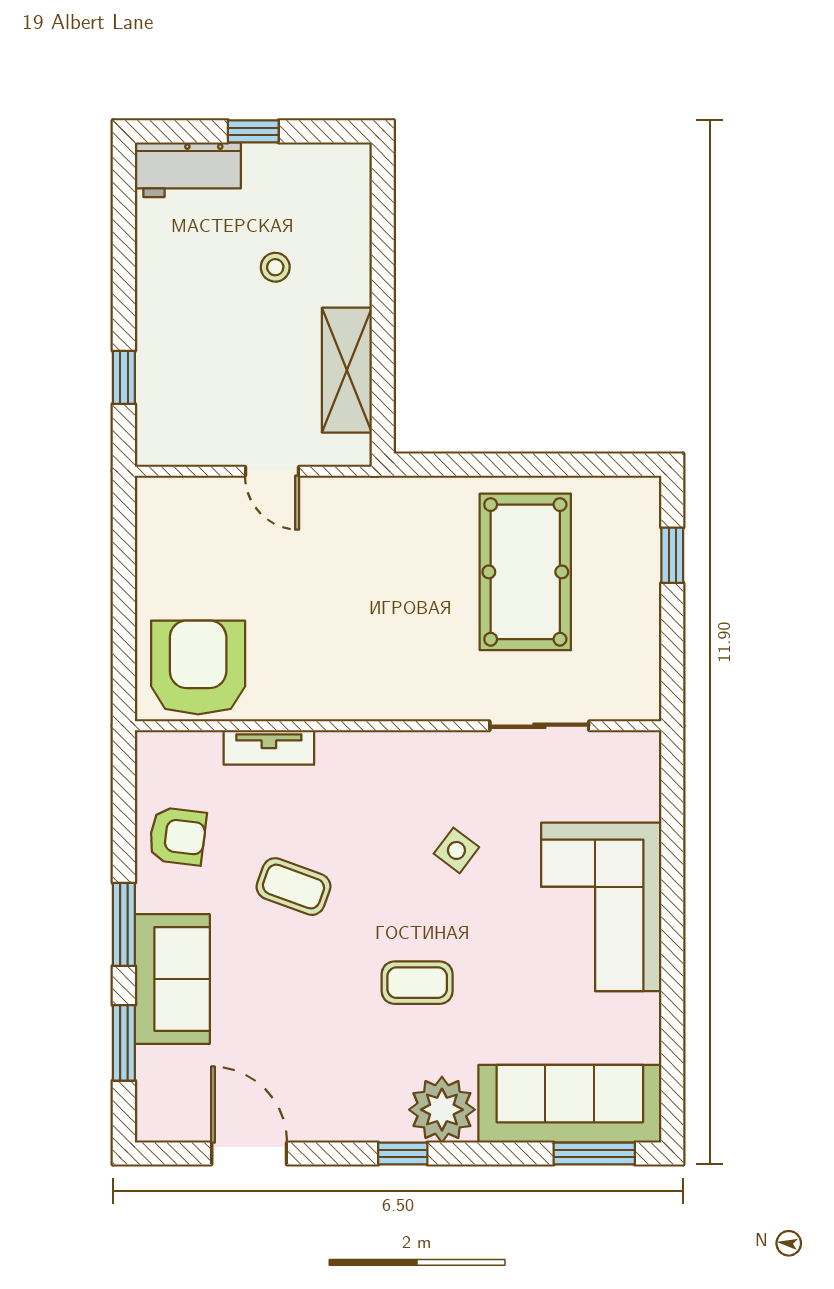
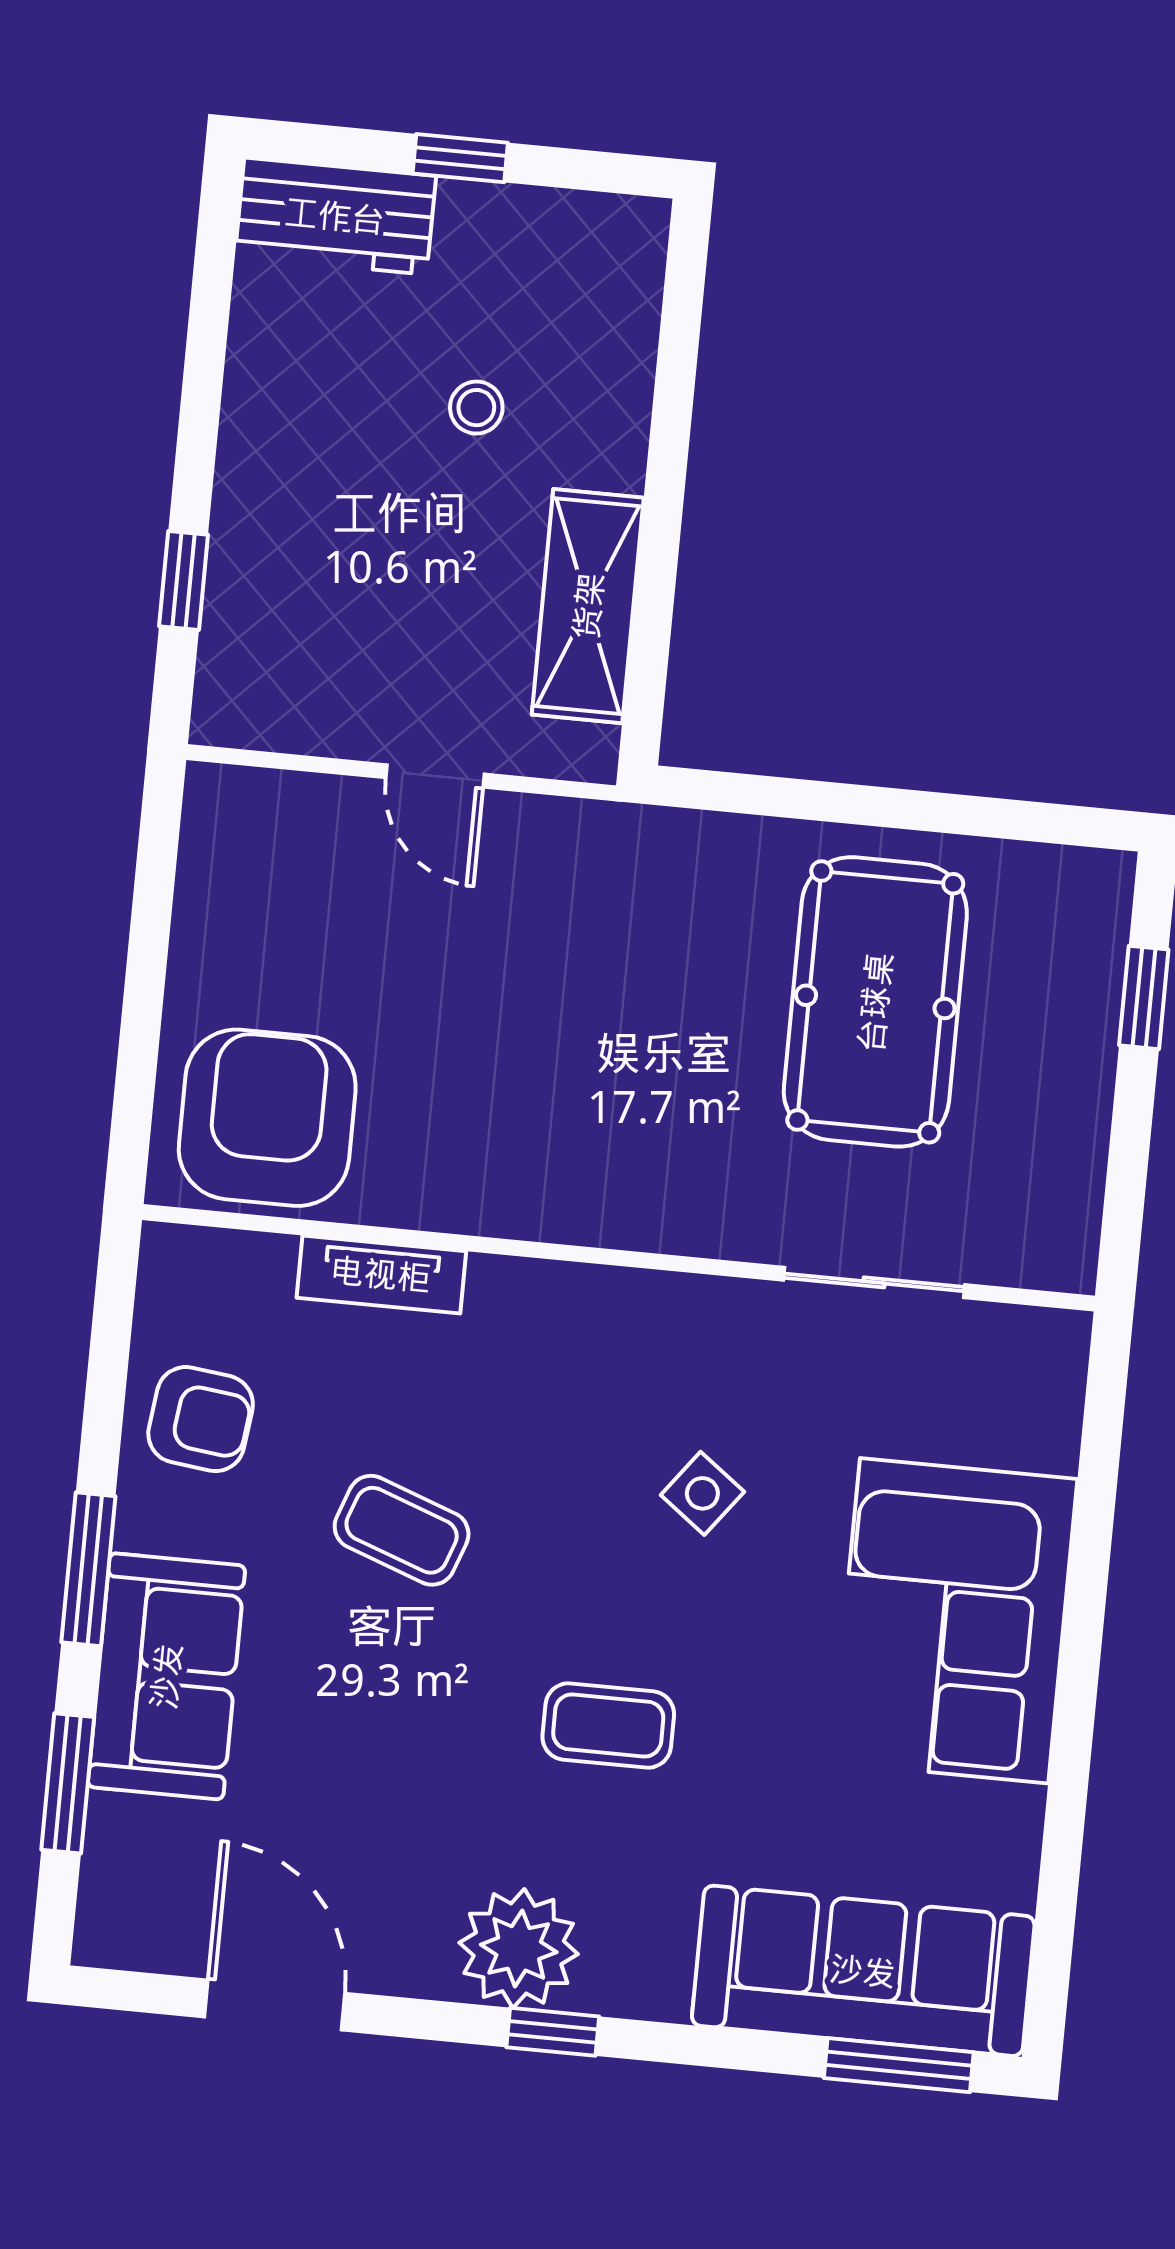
plant: (442, 1110) -> (519, 1948), moved

